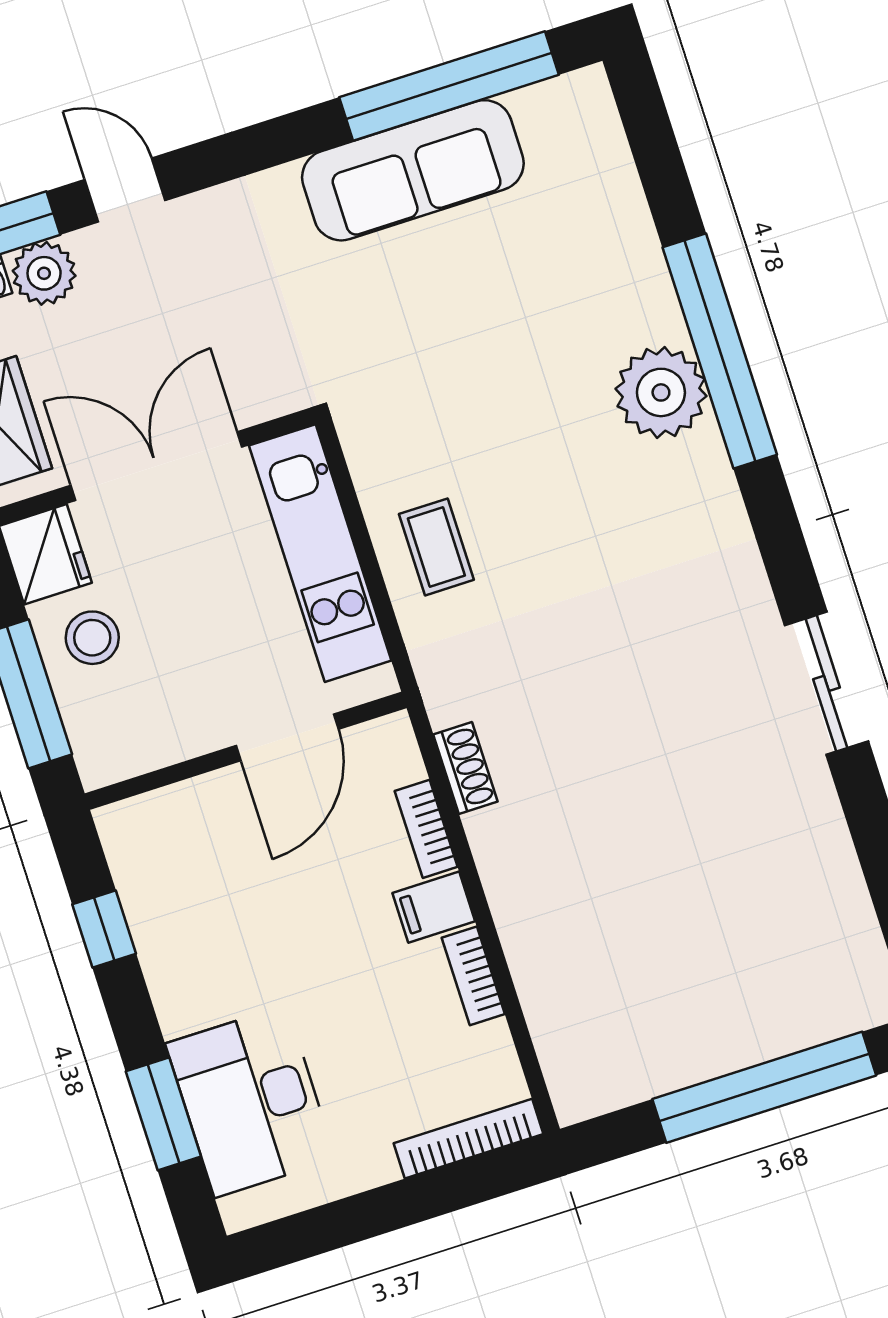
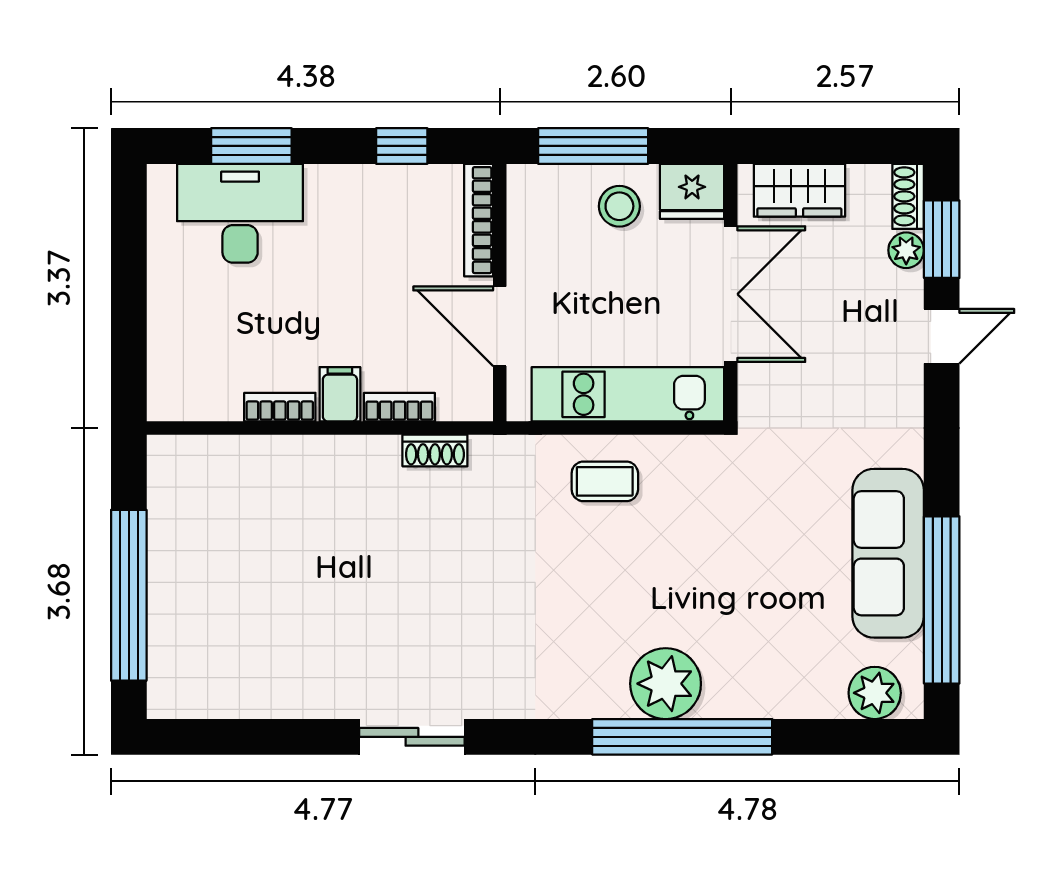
plant: (590, 132) -> (875, 693), added
plant: (44, 273) -> (906, 250), width x0.73, depth x0.73
bookcase: (469, 1139) -> (479, 220), moved, turned 180

